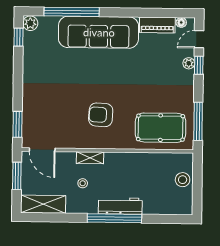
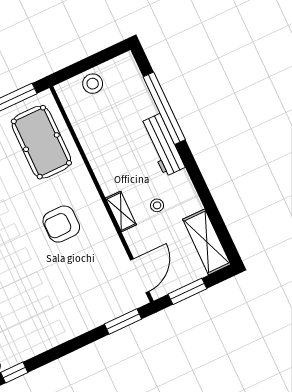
armchair: (101, 115) -> (61, 224), turned 87
window: (114, 218) -> (164, 108), moved

